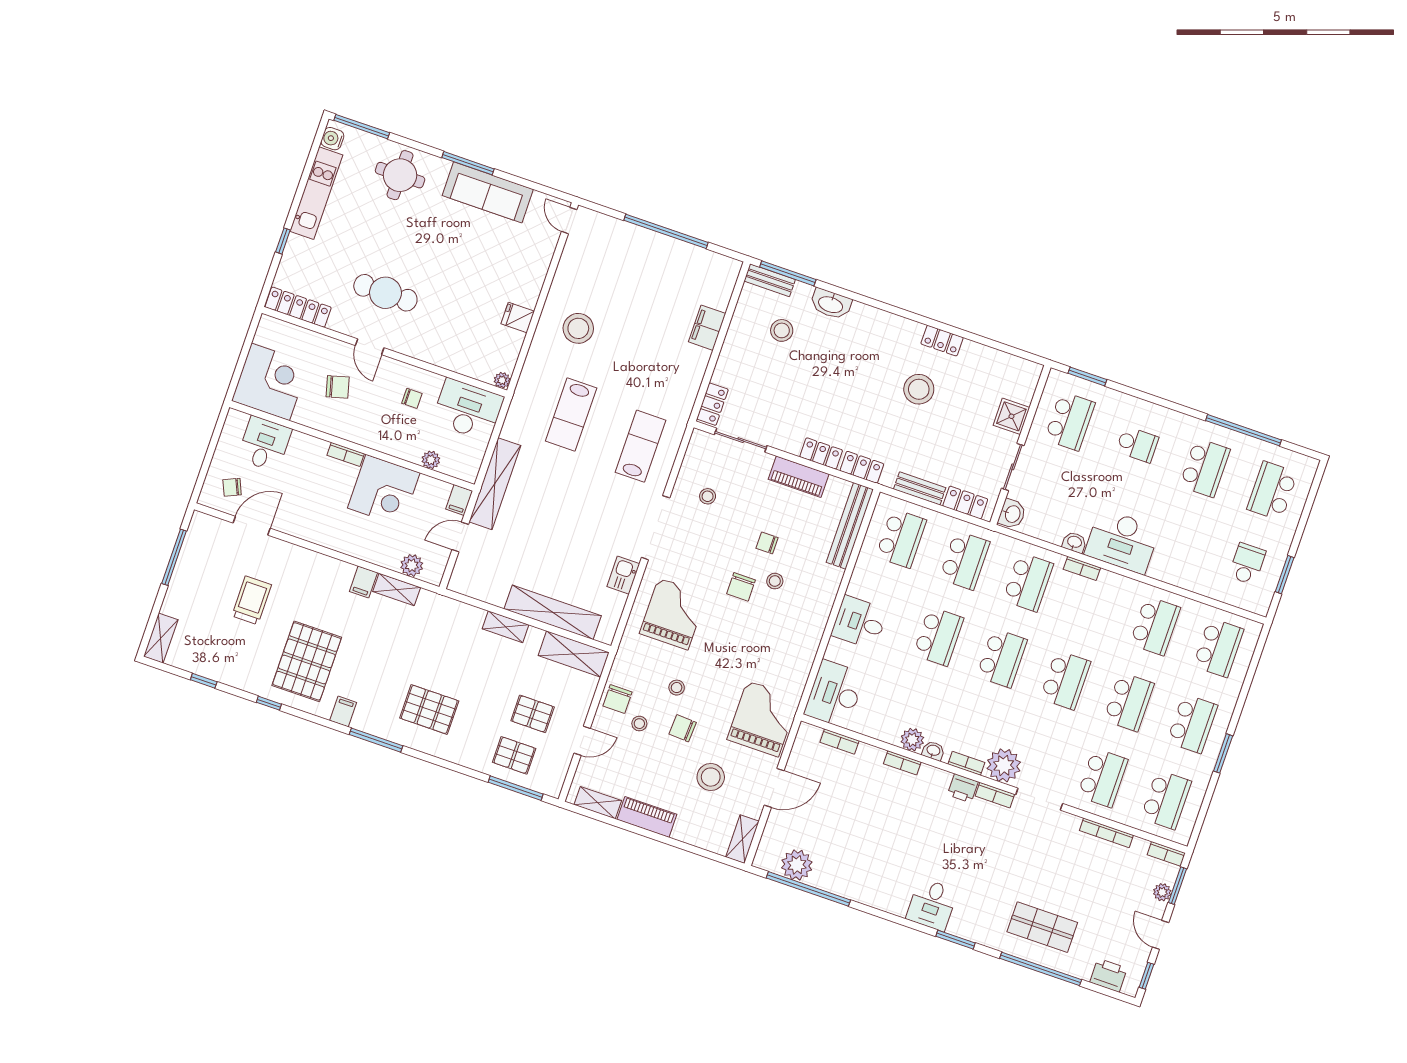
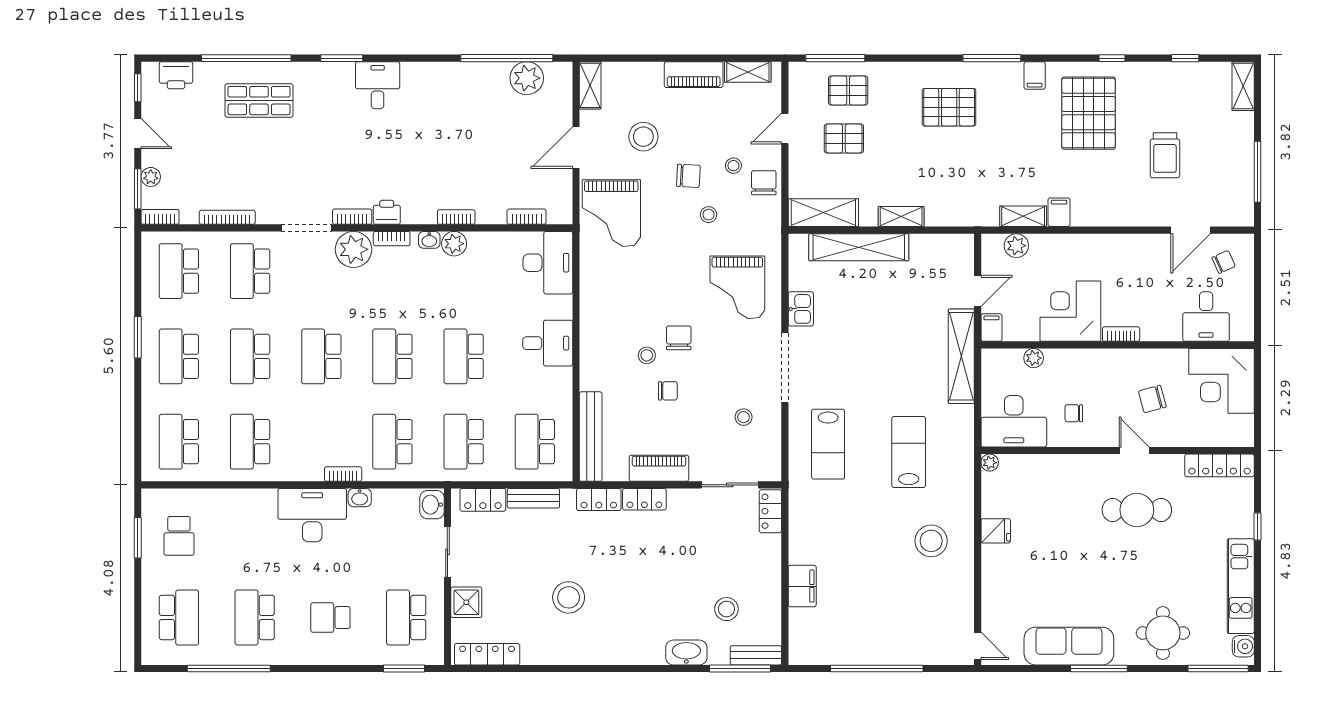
locker: (942, 341) -> (487, 654), moved, width x1.53

